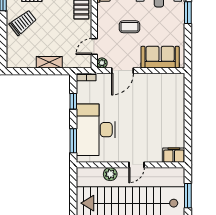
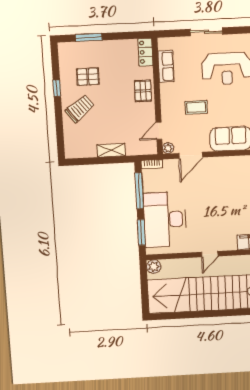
window: (73, 101) -> (139, 191), width x2.17
plant: (110, 174) -> (154, 267), moved

